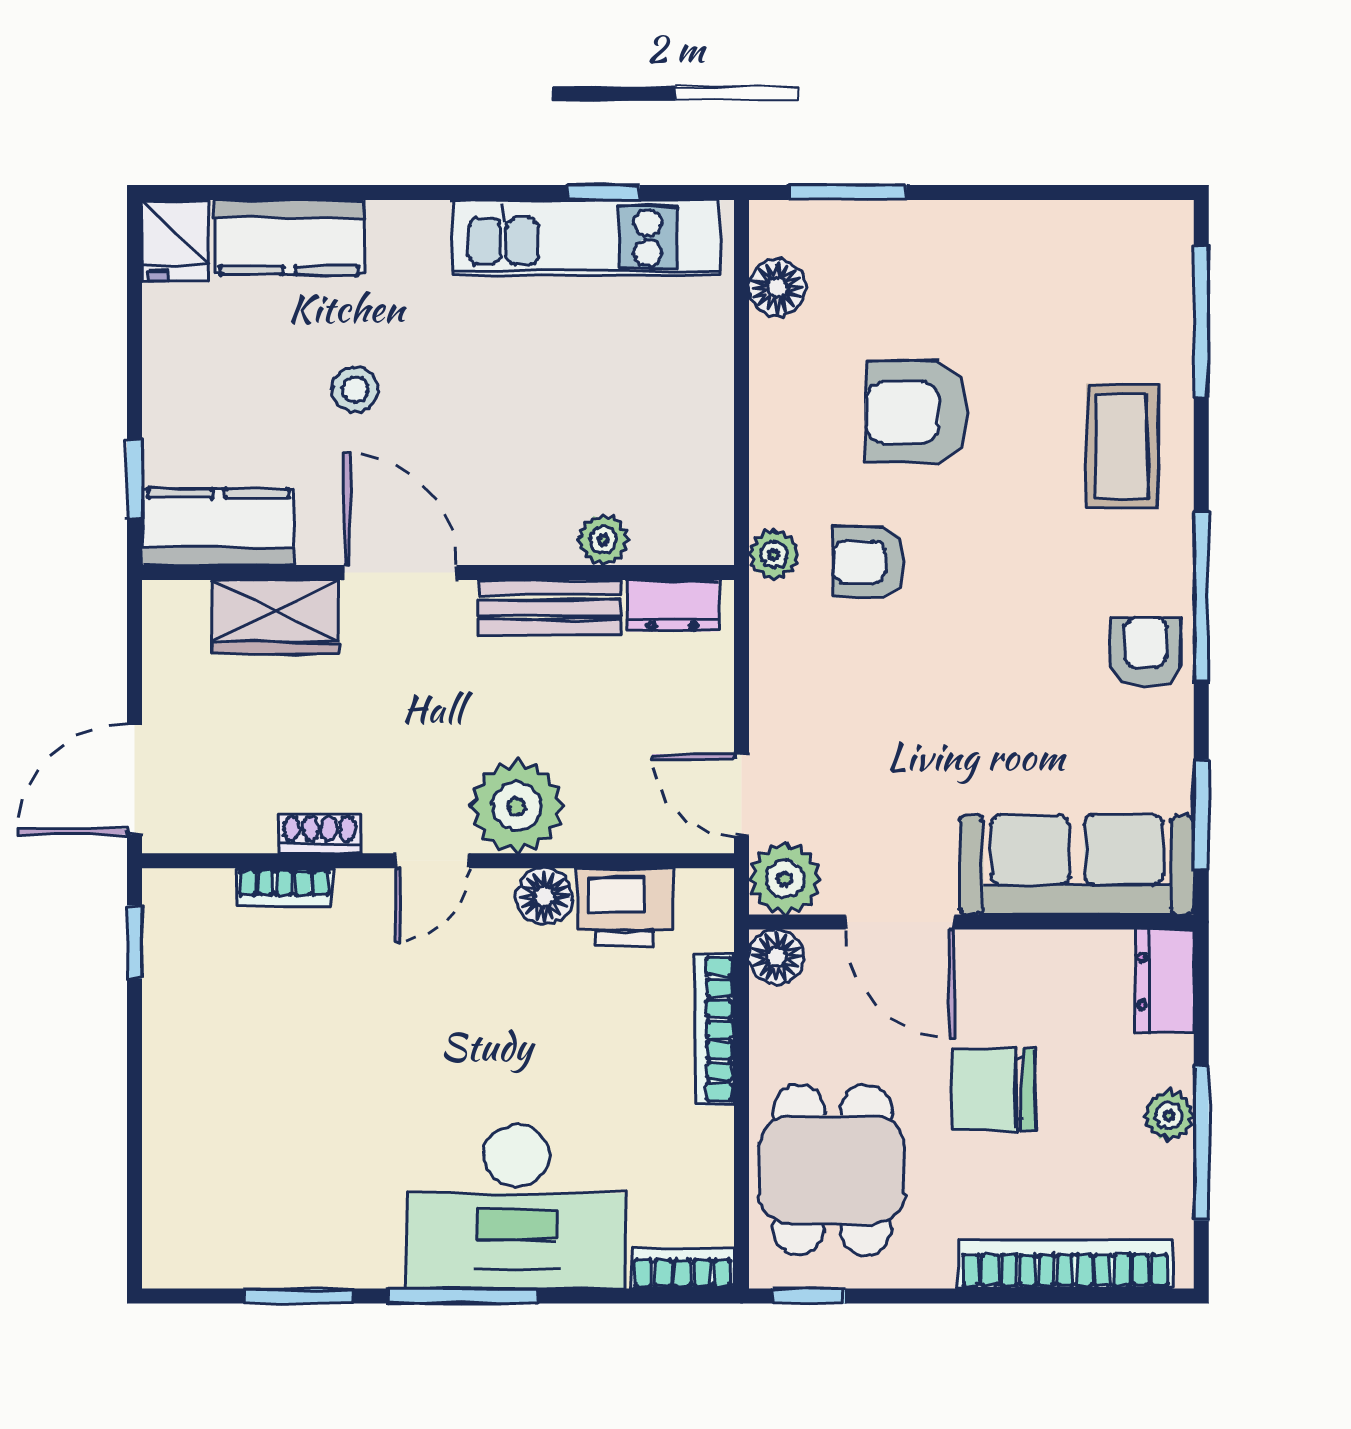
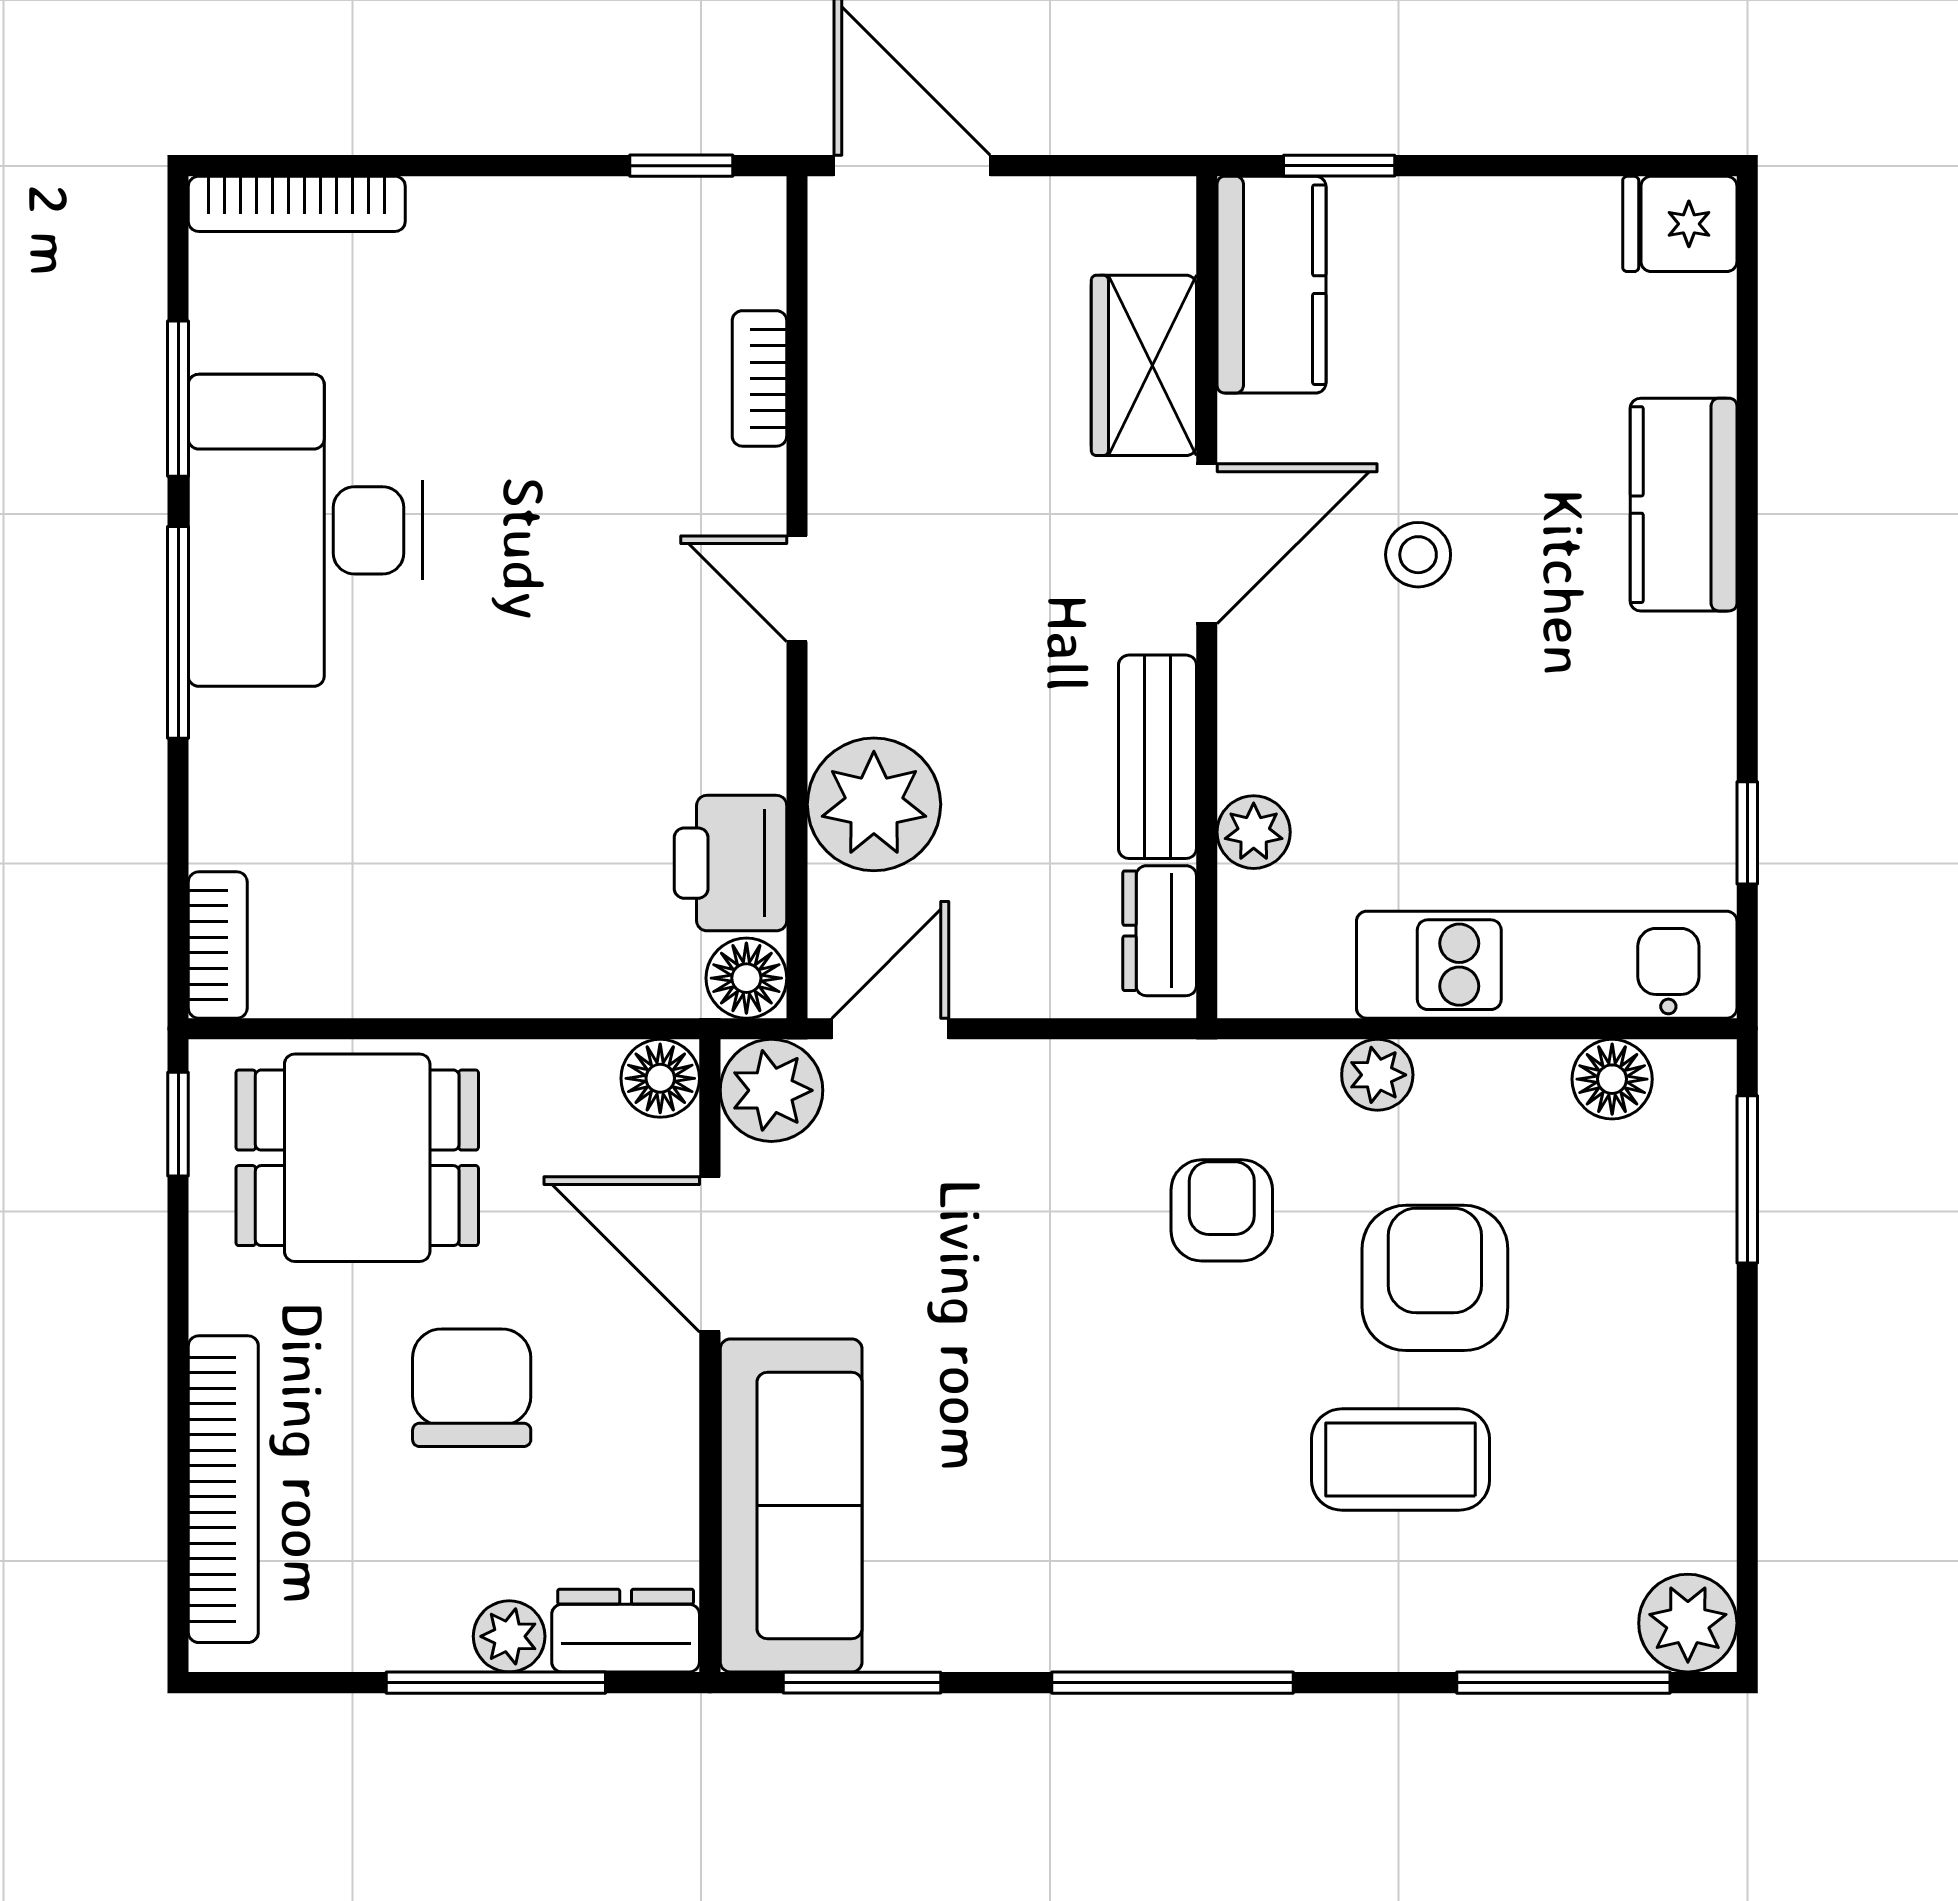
plant: (1160, 234) -> (1688, 1623), added
kitchen counter: (289, 237) -> (1684, 505), moved
kitchen unit: (586, 237) -> (1547, 965), moved, turned 90
stool: (355, 389) -> (1418, 555), moved
coffee table: (1122, 446) -> (1400, 1460), moved
plant: (774, 555) -> (1377, 1075), moved
armchair: (1145, 652) -> (1093, 1603), removed
plant: (517, 807) -> (874, 804), moved
shoe rack: (320, 834) -> (836, 429), removed
floor lamp: (544, 896) -> (746, 978), moved
door: (900, 922) -> (710, 1254), hinge flipped
bookcase: (715, 1029) -> (297, 204), moved, turned 180
plant: (1169, 1116) -> (509, 1636), moved
window: (1201, 1143) -> (496, 1683), moved
desk: (516, 1206) -> (305, 530), moved

